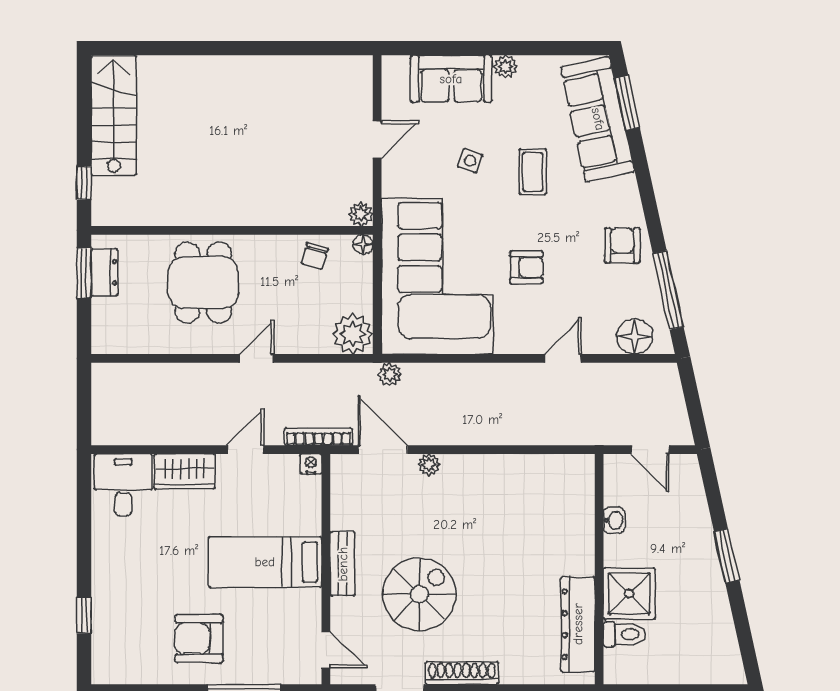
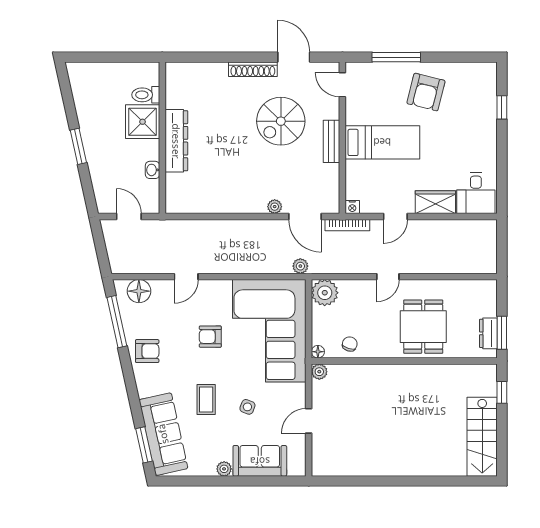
armchair: (622, 245) -> (147, 351), turned -90
dresser: (578, 624) -> (176, 141), moved
armchair: (199, 639) -> (426, 92), turned 104

